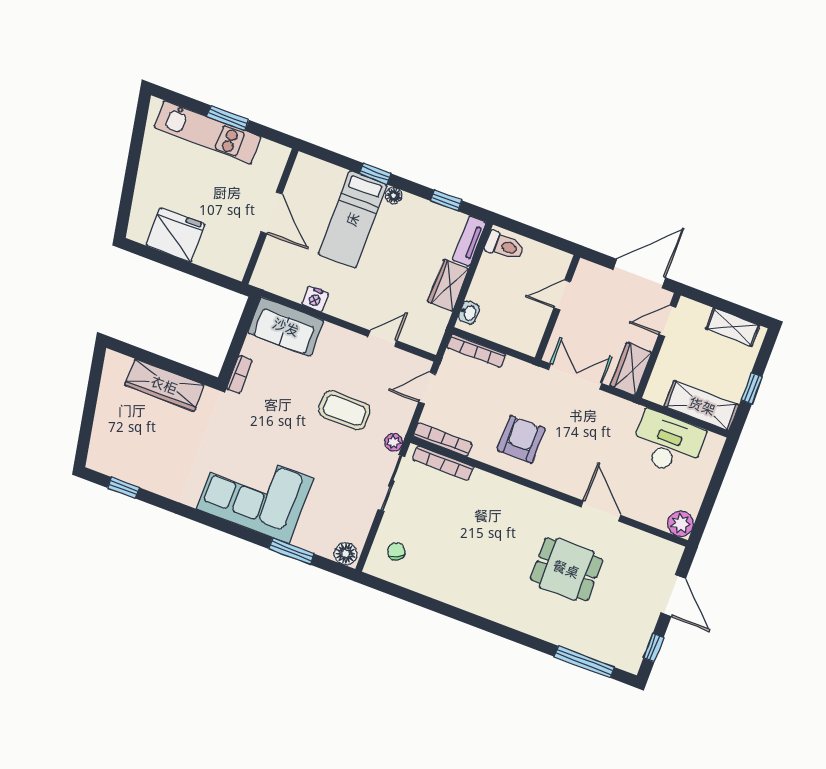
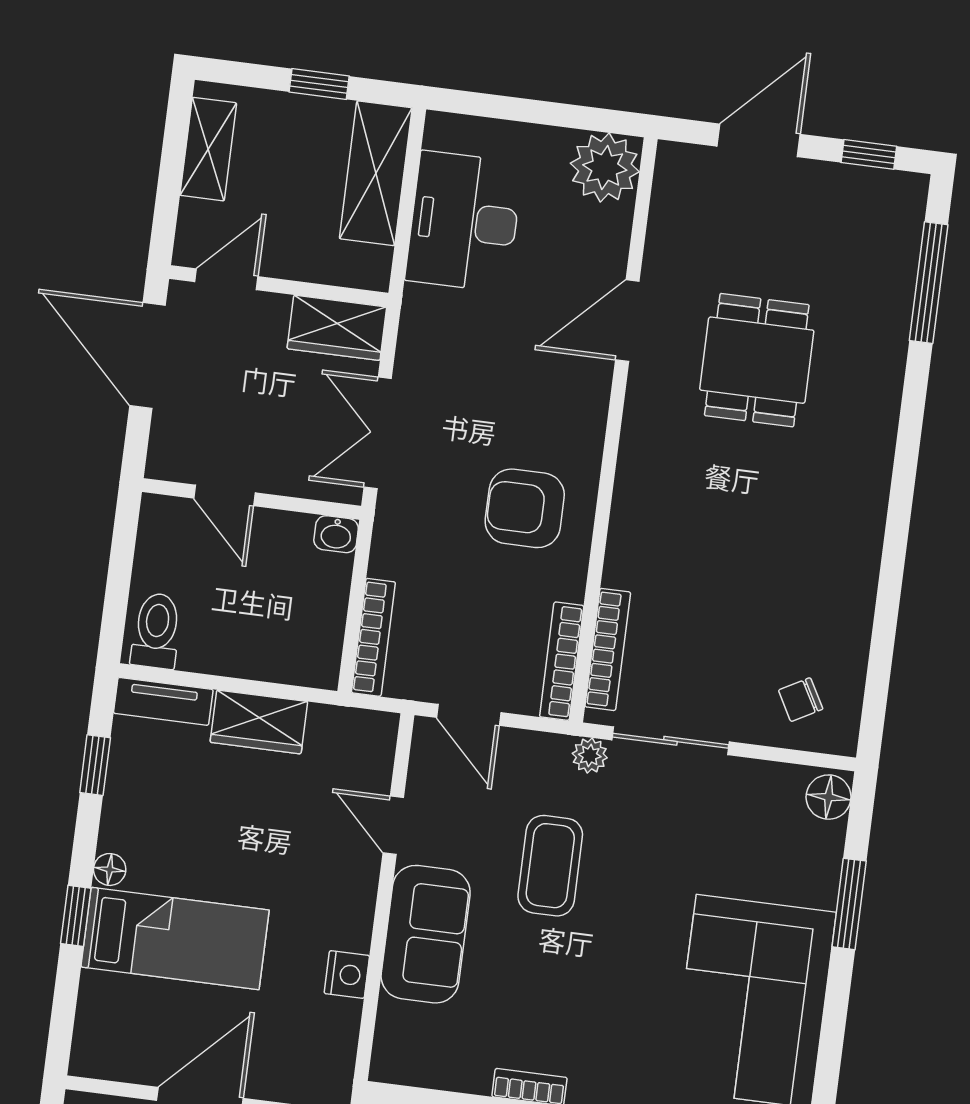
washbasin: (469, 312) -> (336, 534), moved, turned 180
door: (667, 321) -> (226, 279), swing flipped
sofa: (286, 327) -> (426, 934), moved
plant: (680, 524) -> (605, 167), width x1.36, depth x1.36

